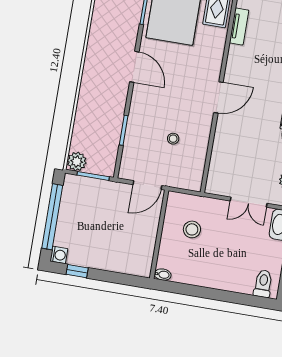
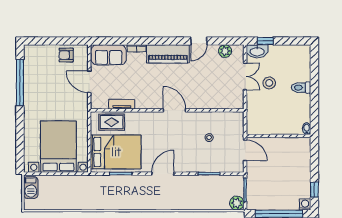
stool: (192, 229) -> (269, 83), moved
toilet: (263, 284) -> (301, 88), moved

